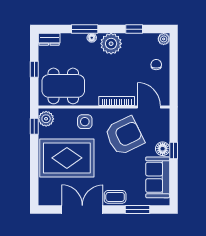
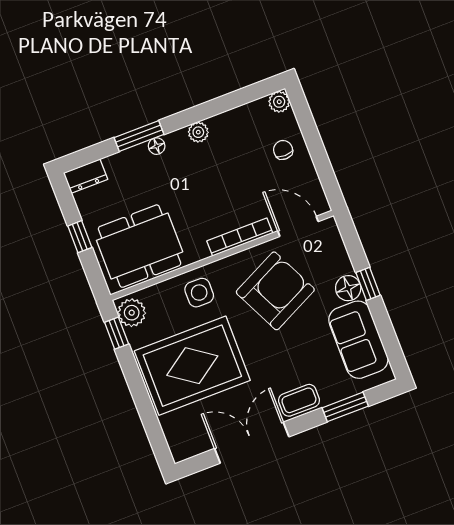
window: (134, 29) -> (223, 104), removed
plant: (111, 44) -> (198, 132), width x0.53, depth x0.53

